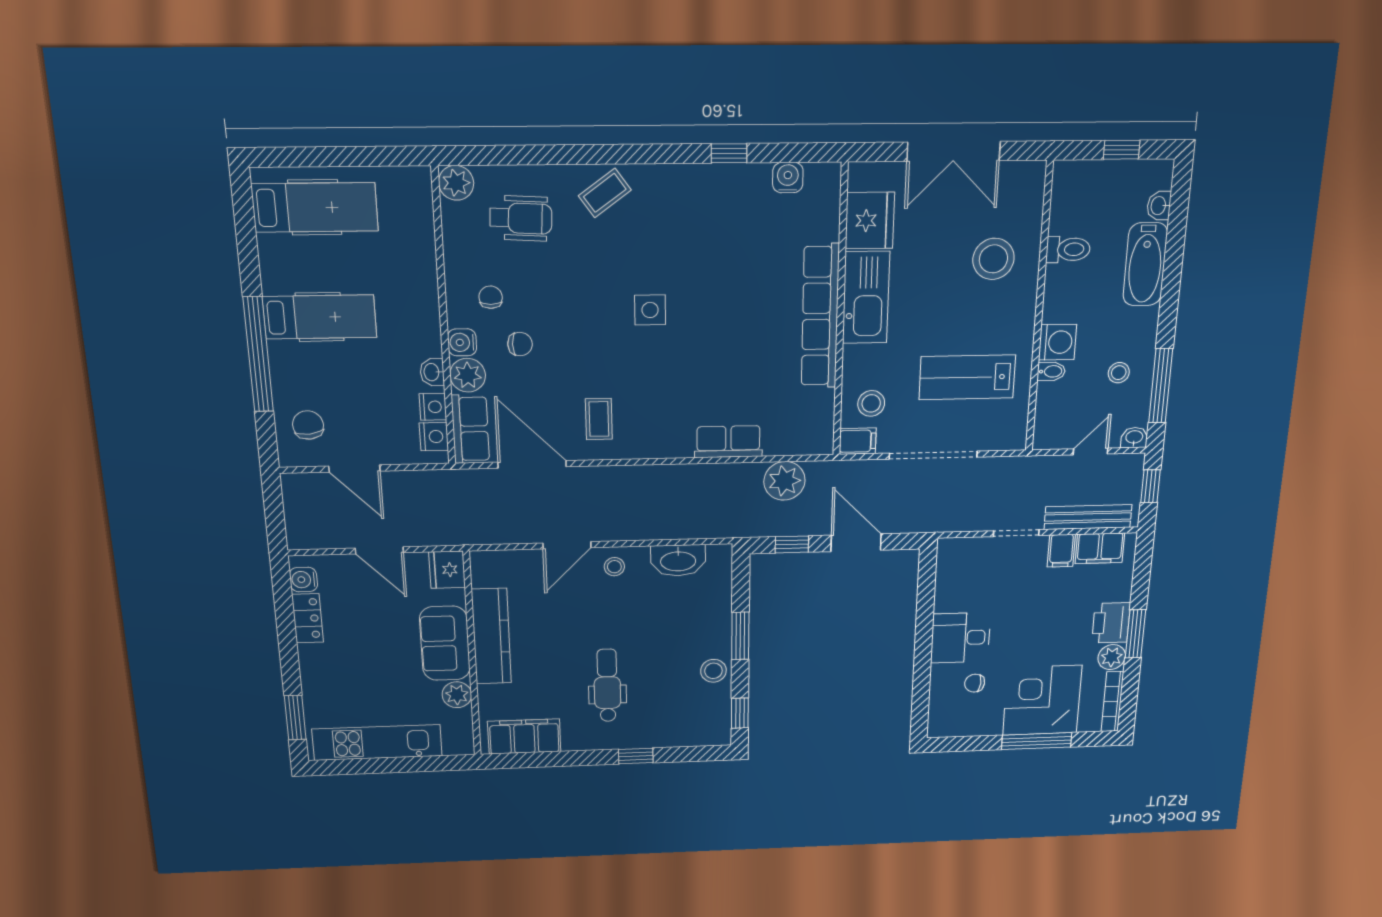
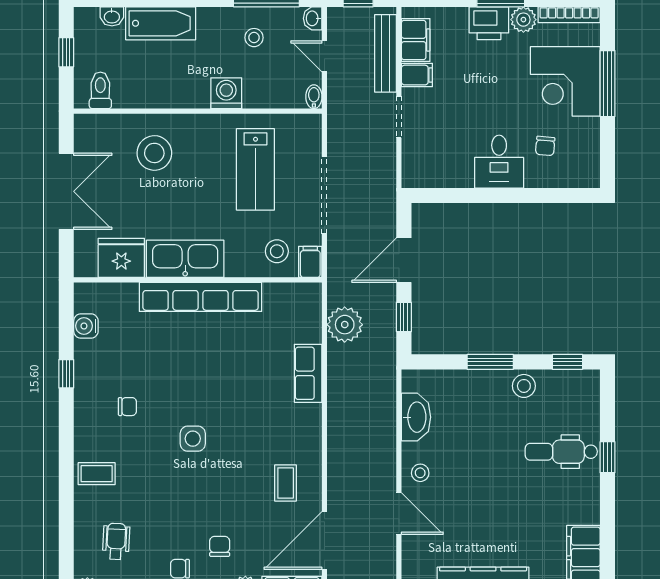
coffee table: (605, 193) -> (97, 474), turned -54
wheelchair: (521, 218) -> (116, 541), width x0.73, depth x0.73
chair: (688, 230) -> (127, 407), added
toilet: (1068, 249) -> (100, 90), moved
bidet: (1051, 371) -> (314, 97), moved
coffee table: (599, 419) -> (286, 483), turned 90
dental chair: (607, 685) -> (561, 452), moved

